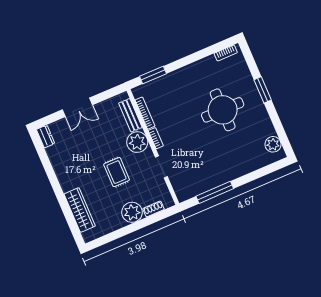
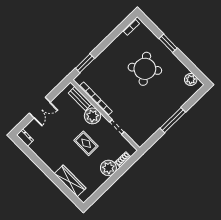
round table: (223, 110) -> (145, 69), turned -38
window: (215, 192) -> (173, 120), moved

